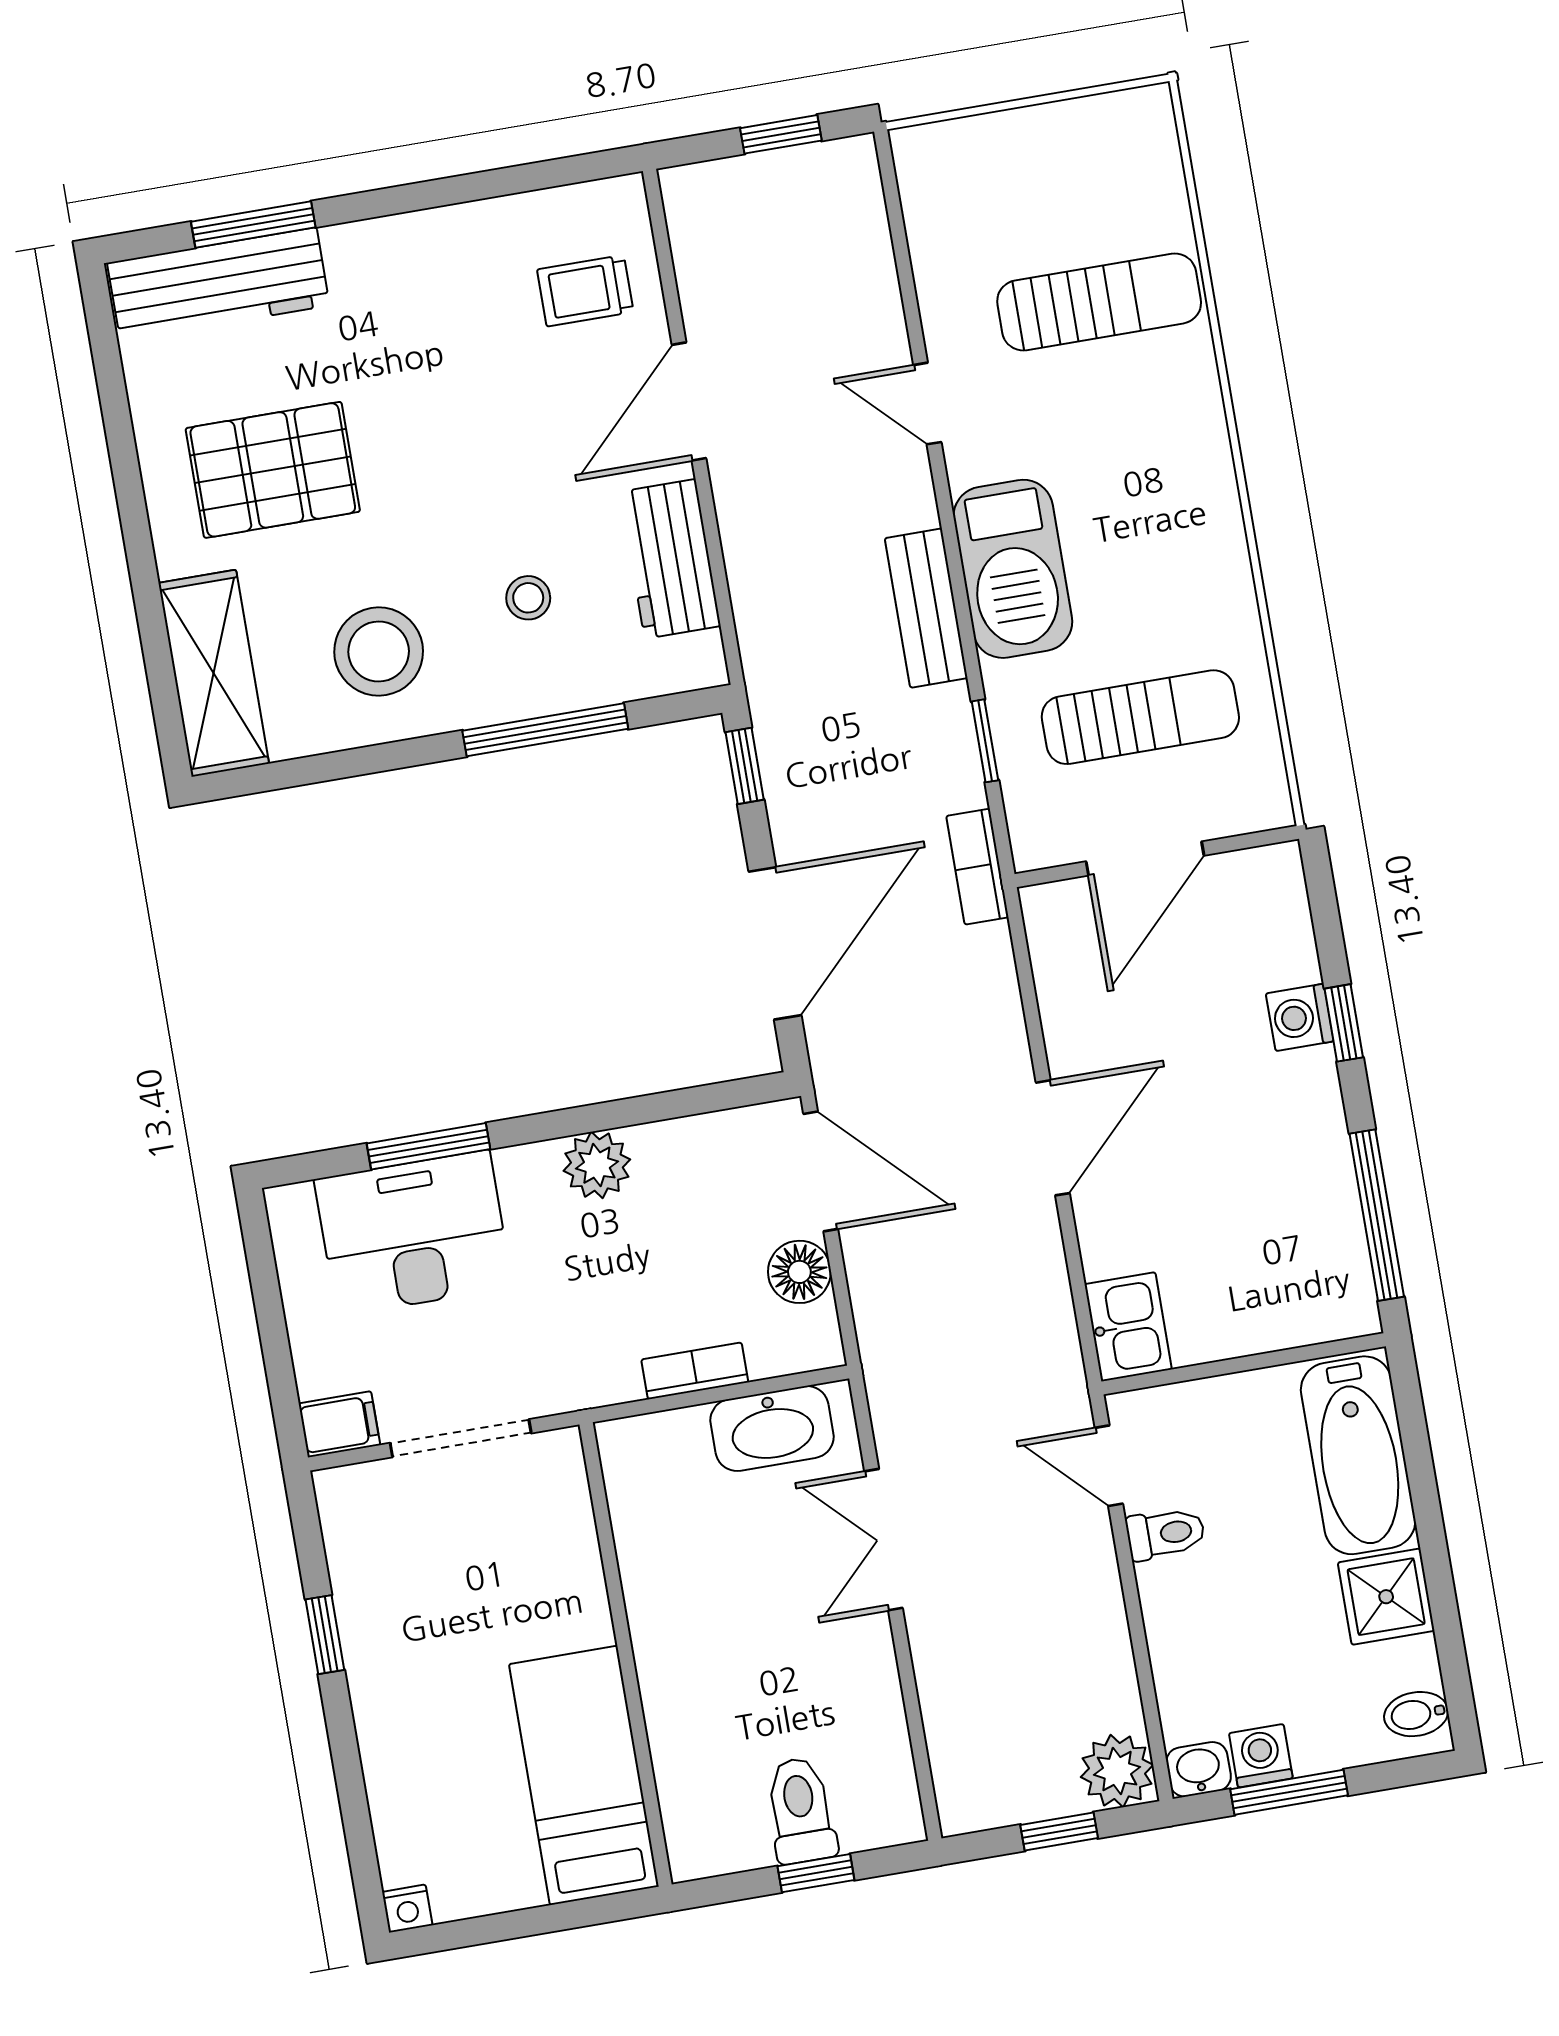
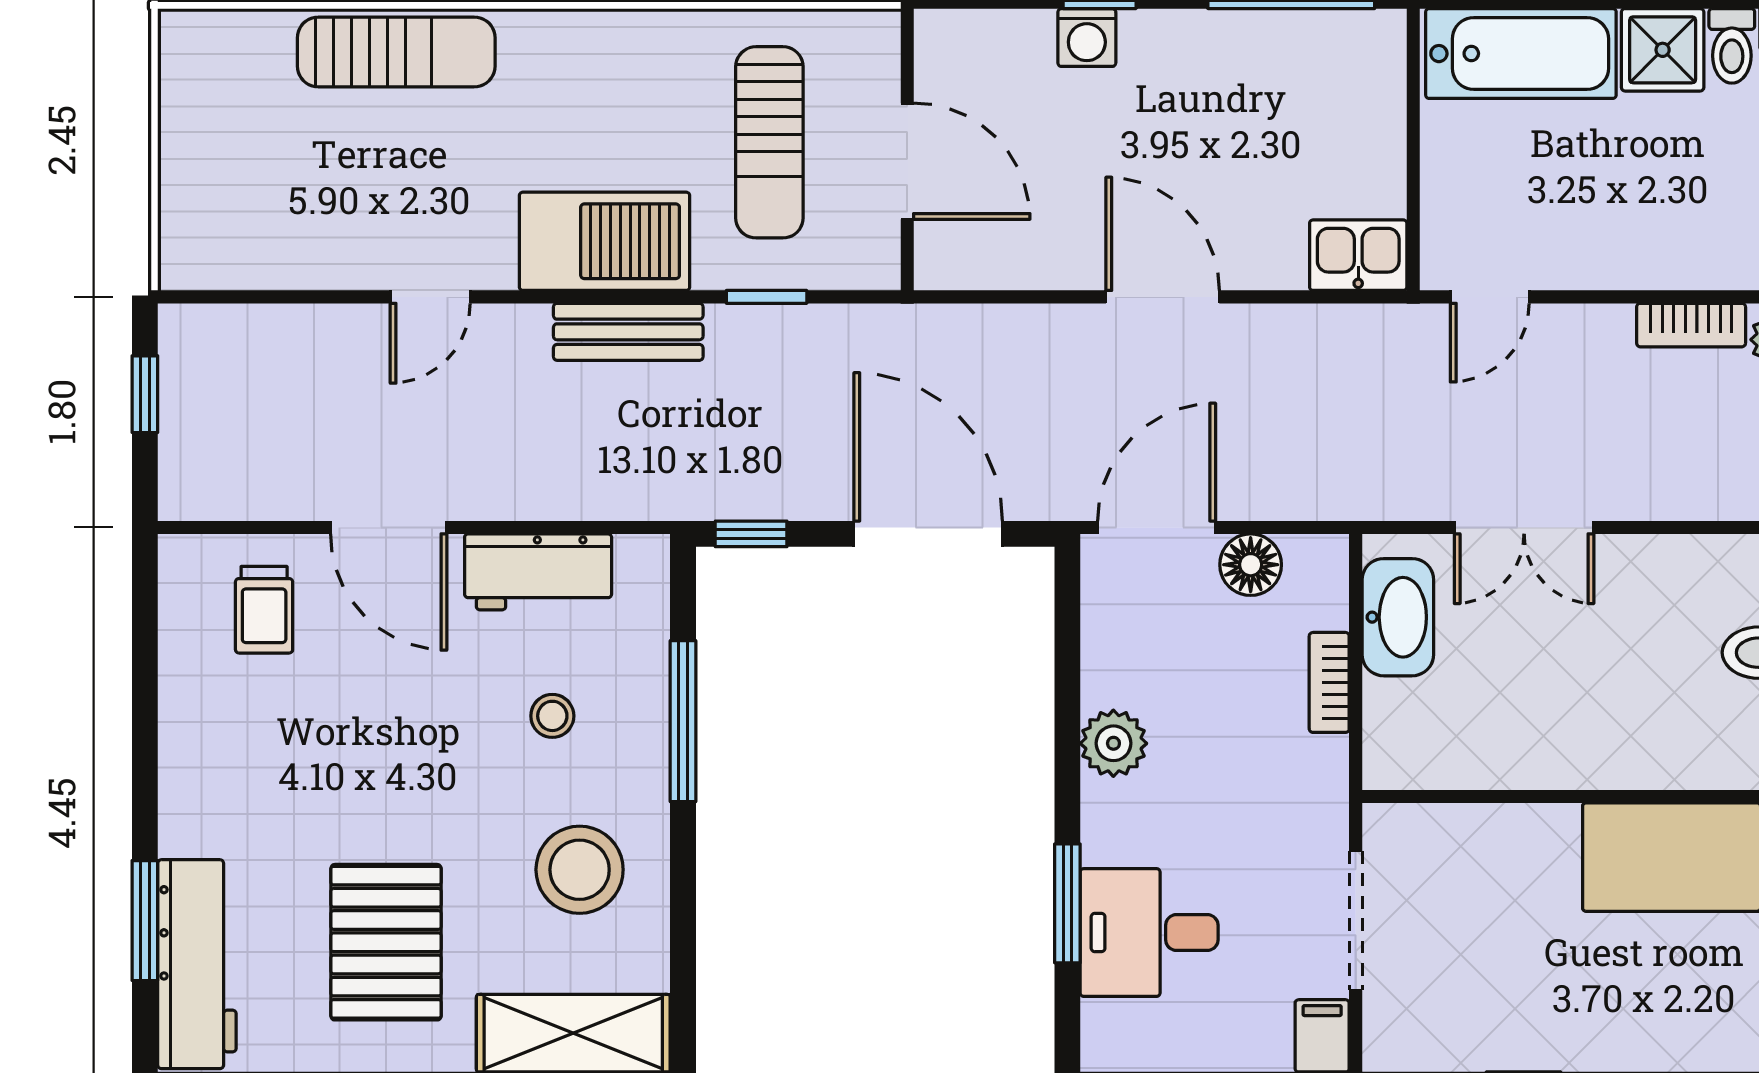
sun lounger: (1099, 302) -> (396, 52), moved, turned 90
sun lounger: (1140, 717) -> (769, 142), turned 180
bookcase: (977, 867) -> (1691, 325), moved
desk: (413, 1233) -> (1149, 933), width x0.73
toilet: (1166, 1534) -> (1732, 46), moved, turned 180

